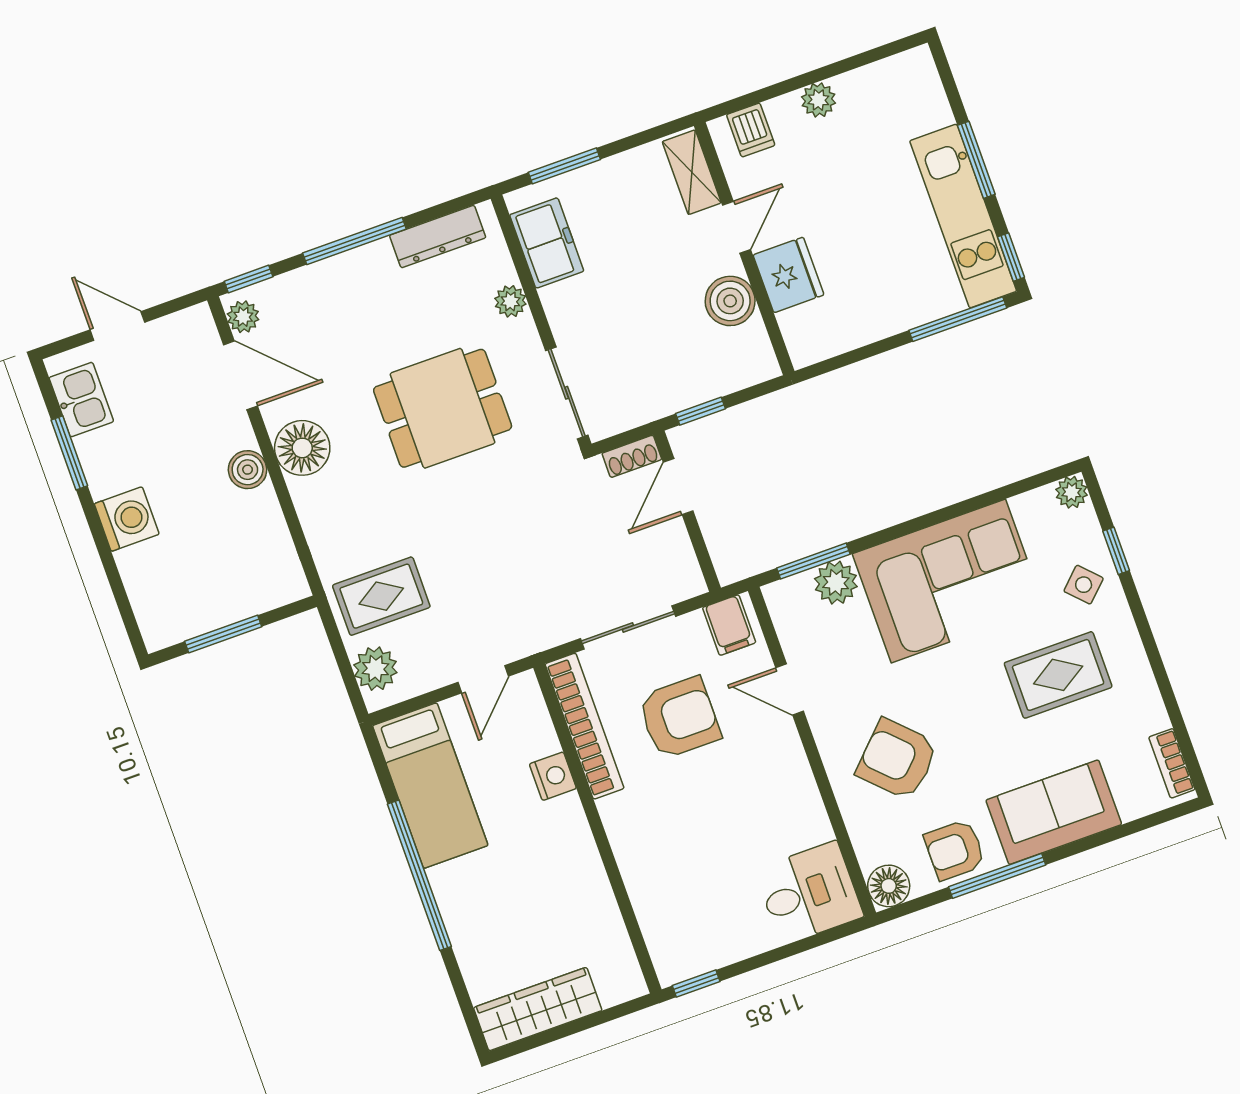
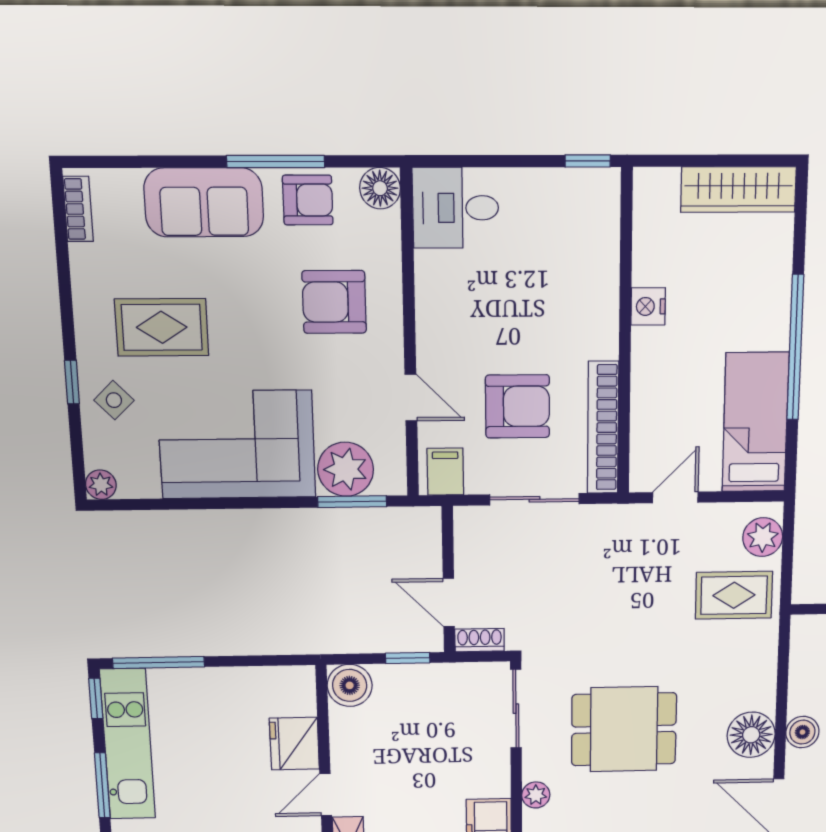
boiler: (730, 301) -> (350, 685), moved
door: (678, 487) -> (449, 603), swing flipped
window: (1116, 551) -> (72, 382), moved
plant: (836, 583) -> (346, 469), width x1.36, depth x1.36
armchair: (679, 718) -> (518, 406), turned 180
armchair: (897, 759) -> (334, 302), turned 135
nightstand: (553, 776) -> (648, 306), moved

